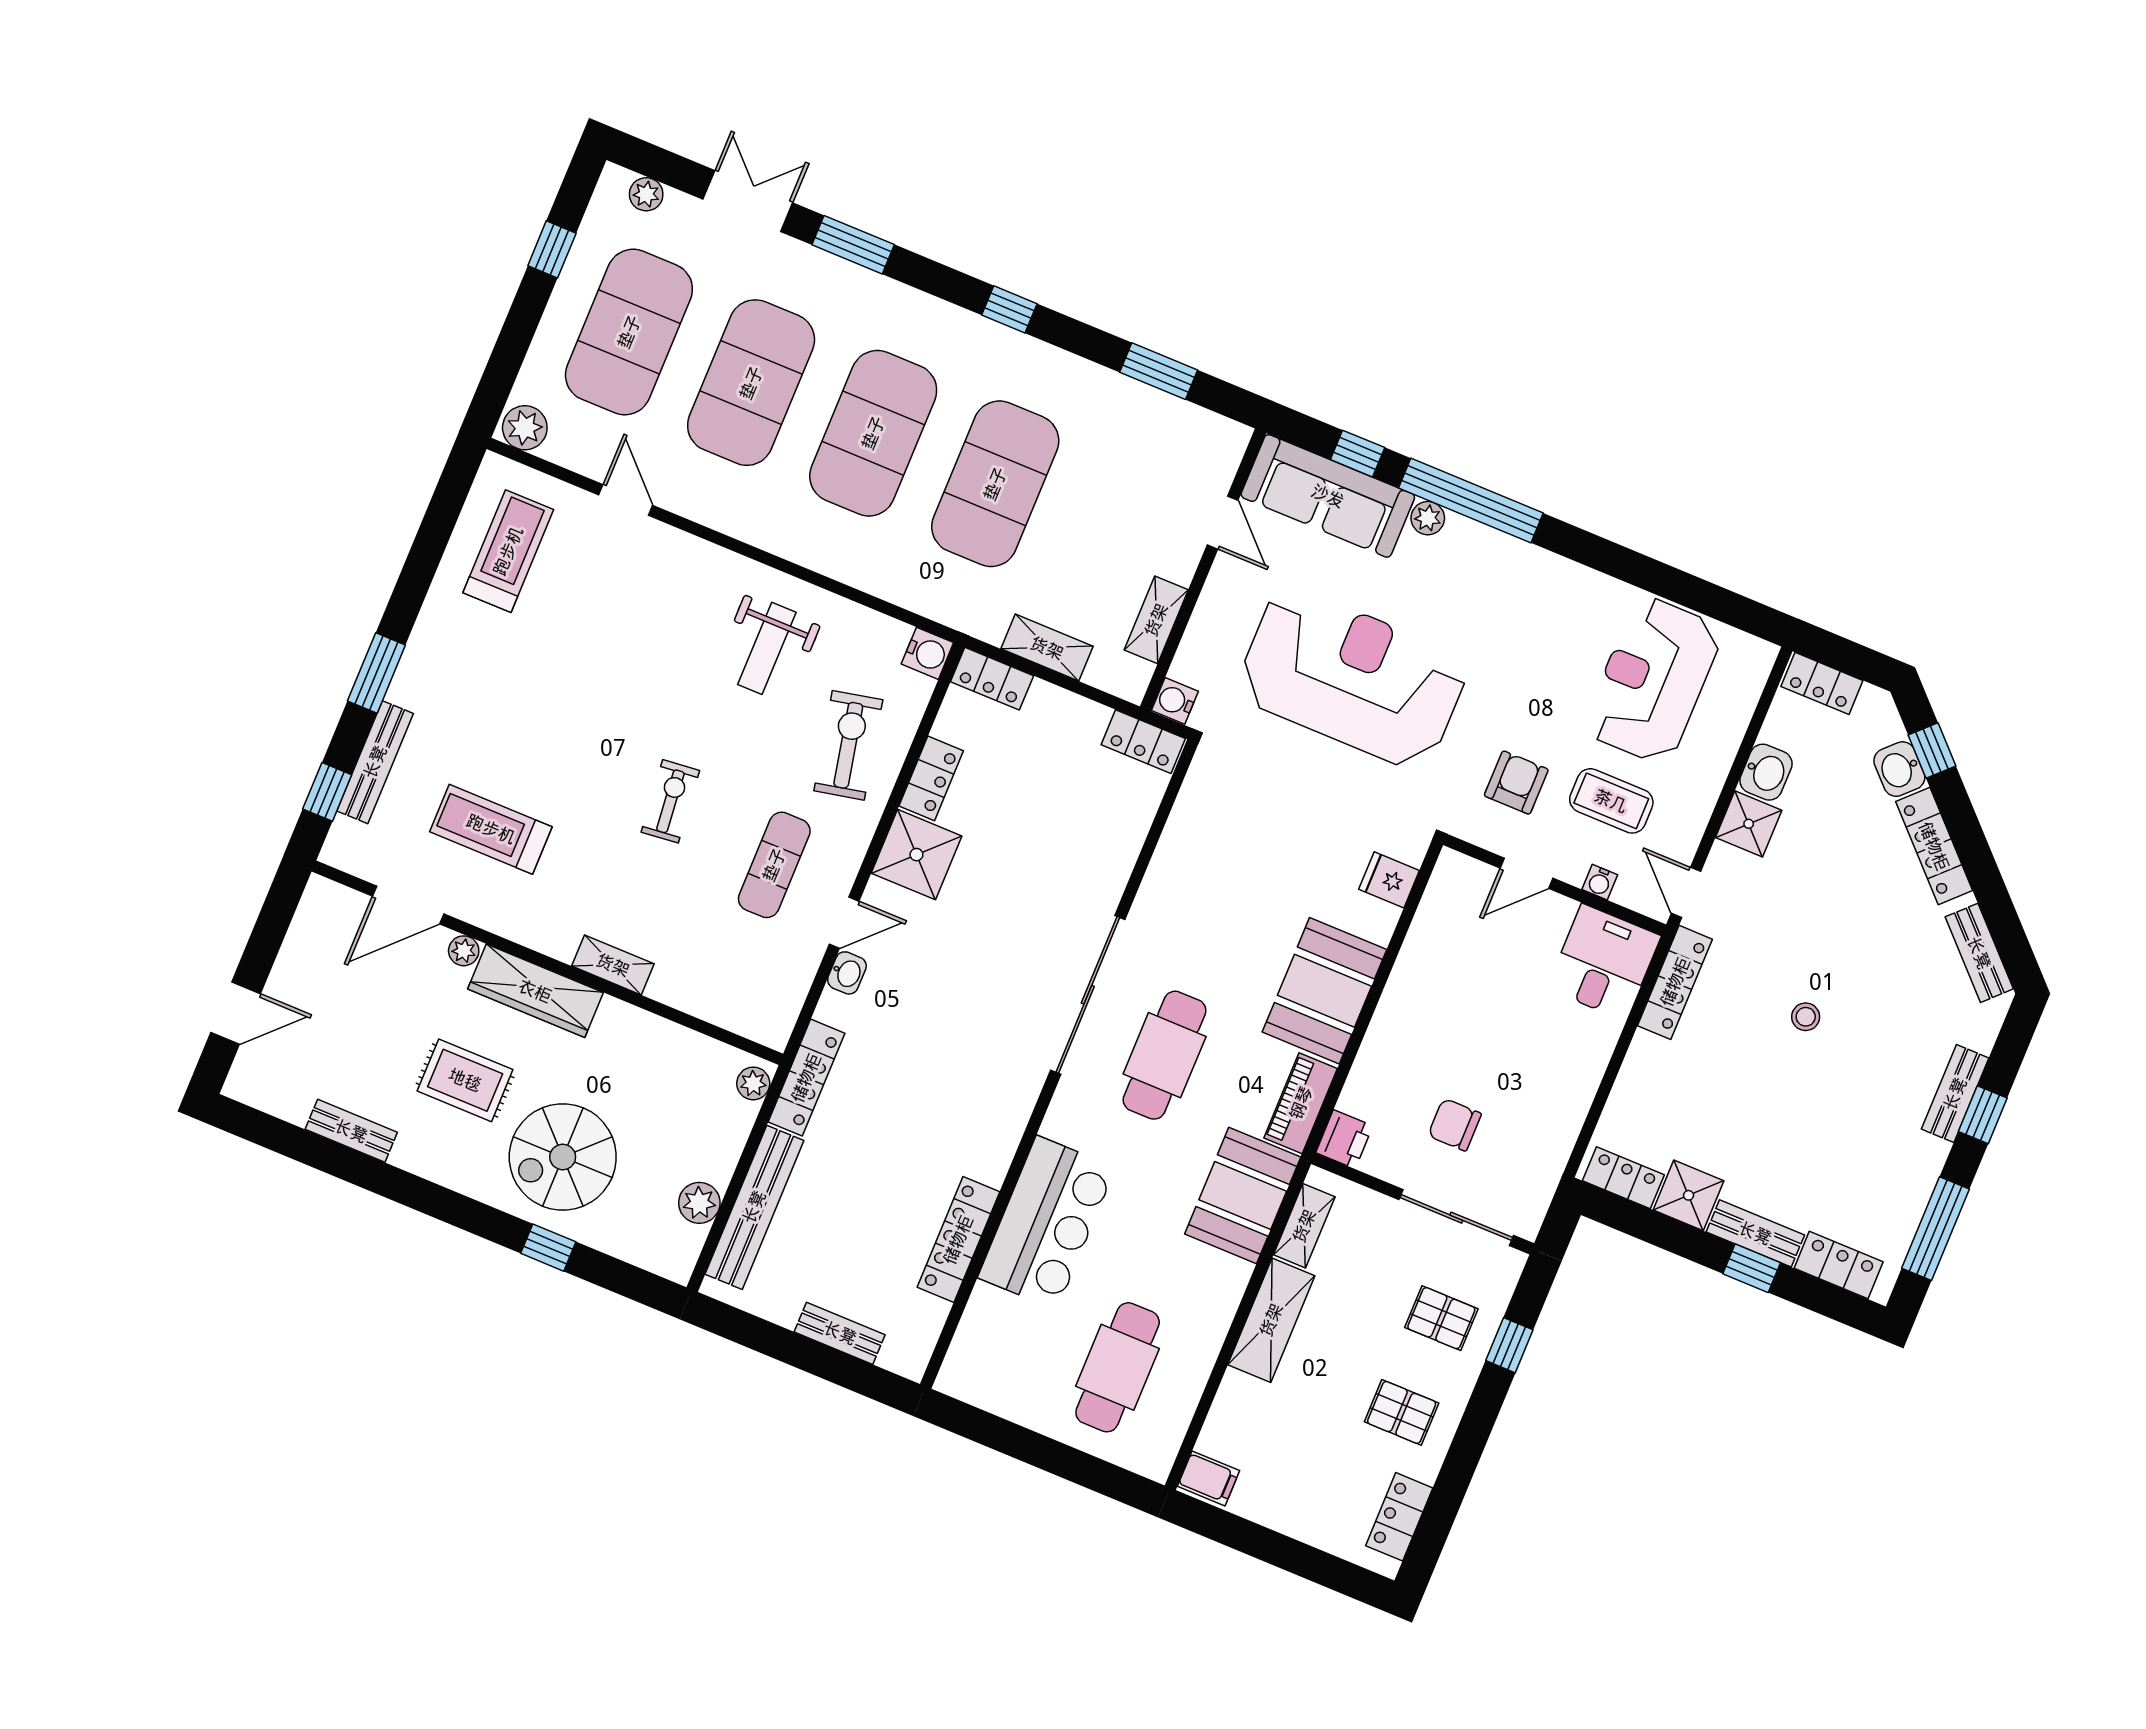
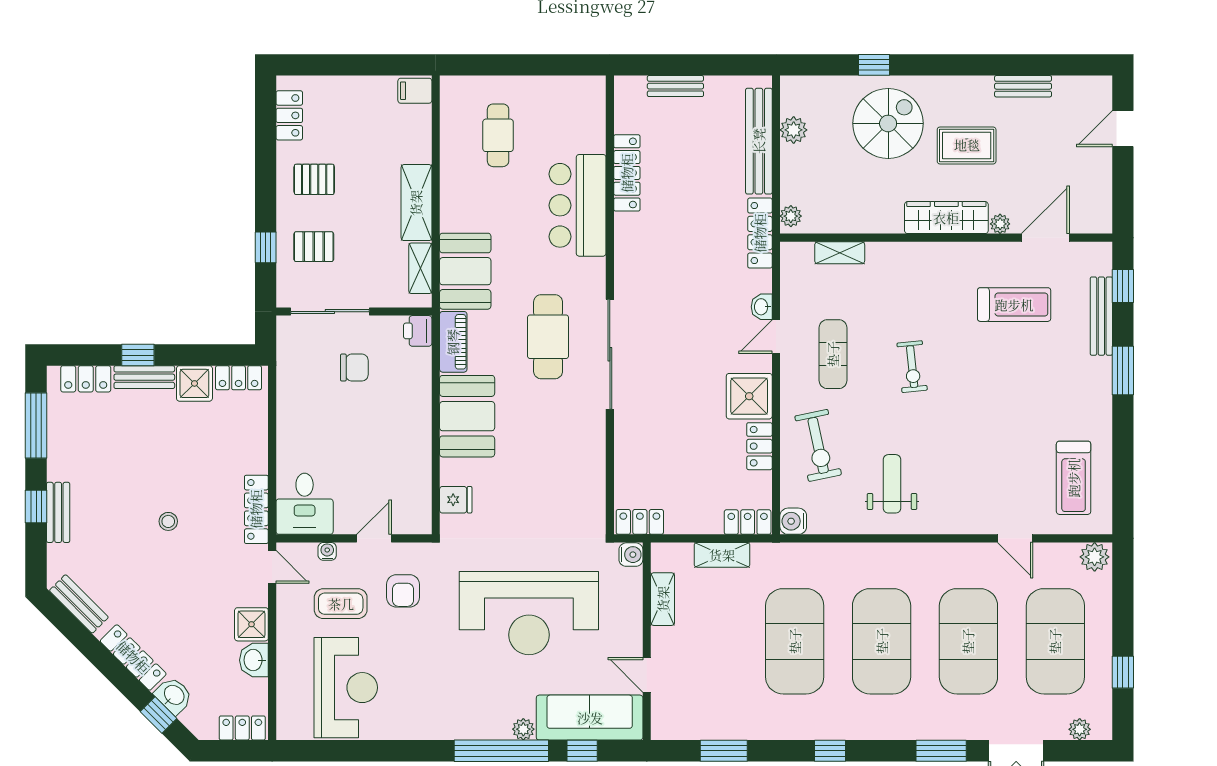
shelving: (613, 965) -> (840, 253), moved
cafe table: (1118, 1367) -> (498, 135), width x0.73, depth x0.74

